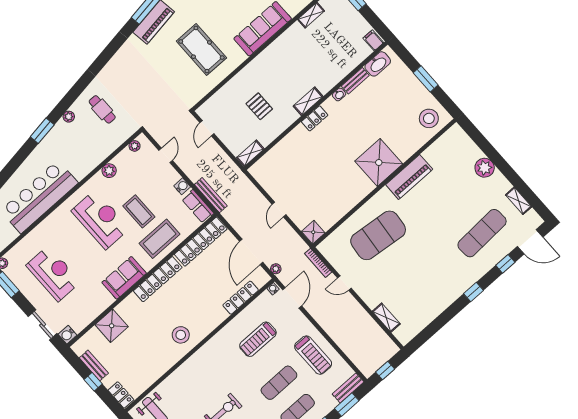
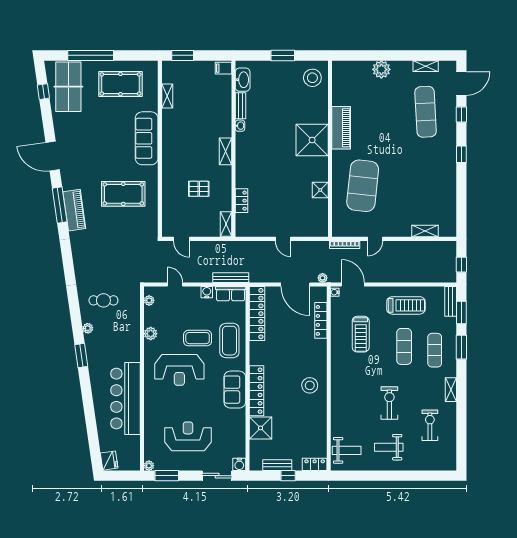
locker: (315, 118) -> (242, 201), moved
reception desk: (100, 220) -> (179, 370), turned 180
shower: (313, 232) -> (320, 190), moved
locker: (158, 279) -> (256, 391), moved

